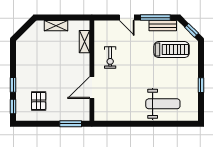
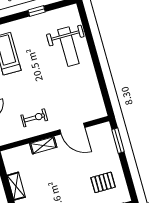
shelving: (84, 42) -> (43, 145), moved
weight bench: (163, 104) -> (68, 47), turned 180

